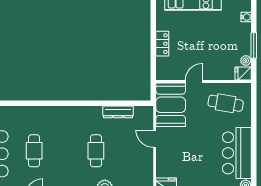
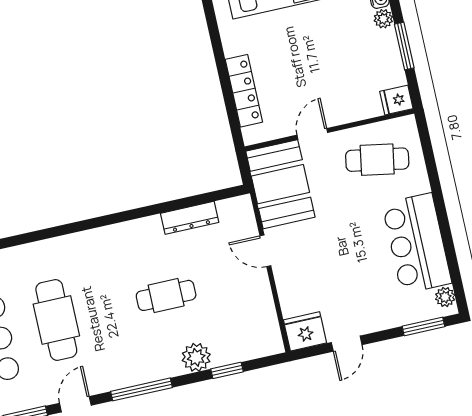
locker: (162, 44) -> (244, 91), width x1.53
plant: (246, 61) -> (383, 19), moved
cafe table: (34, 151) -> (56, 320), width x1.37, depth x1.35
cafe table: (96, 151) -> (166, 295), turned 90

